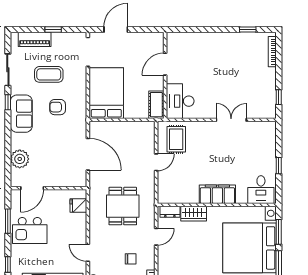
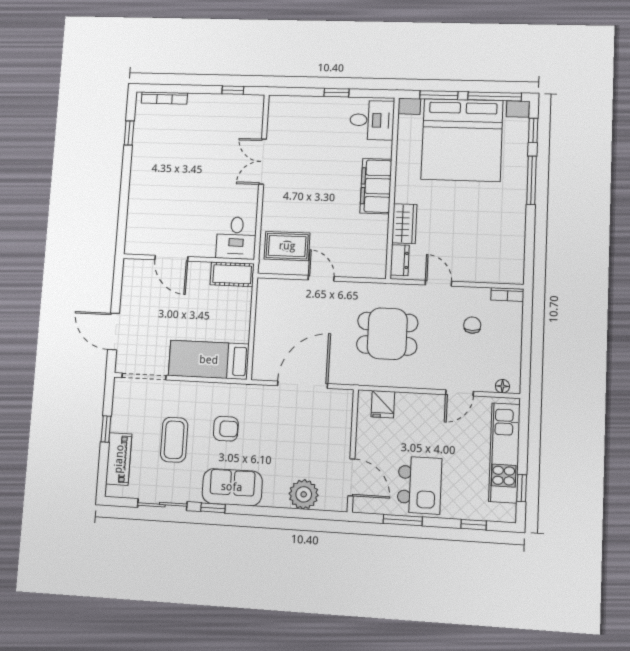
bed: (106, 93) -> (209, 360), width x0.67
desk: (180, 101) -> (236, 238), width x0.73
armchair: (58, 107) -> (226, 429), turned -90

